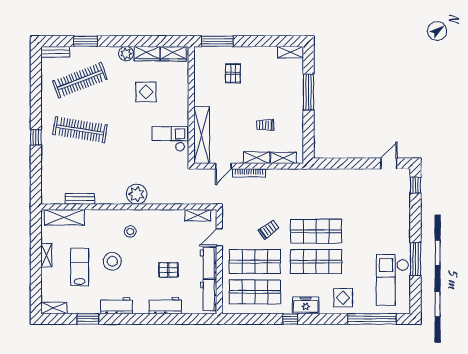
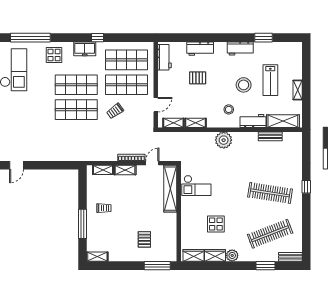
trolley: (265, 125) -> (104, 208), moved
workbench: (209, 263) -> (253, 121), moved, turned -90
shelving: (54, 308) -> (195, 123), moved

